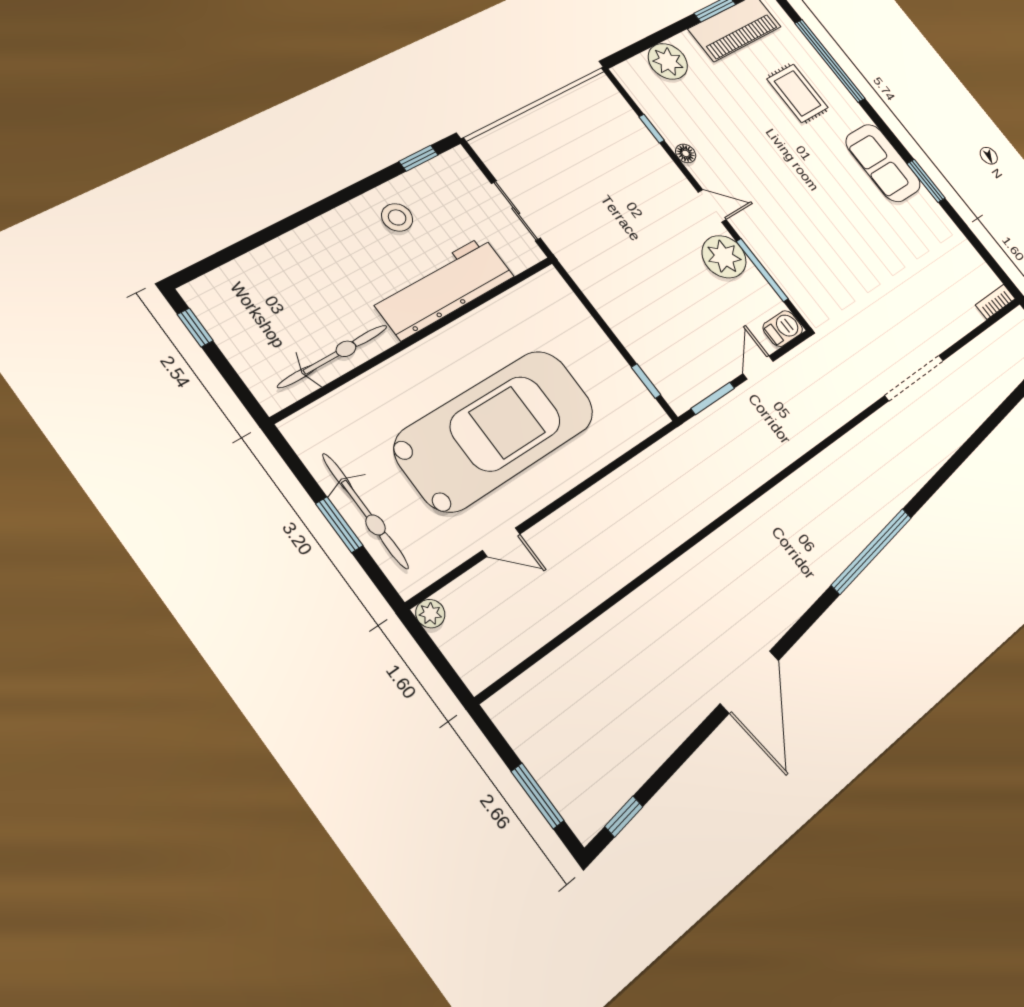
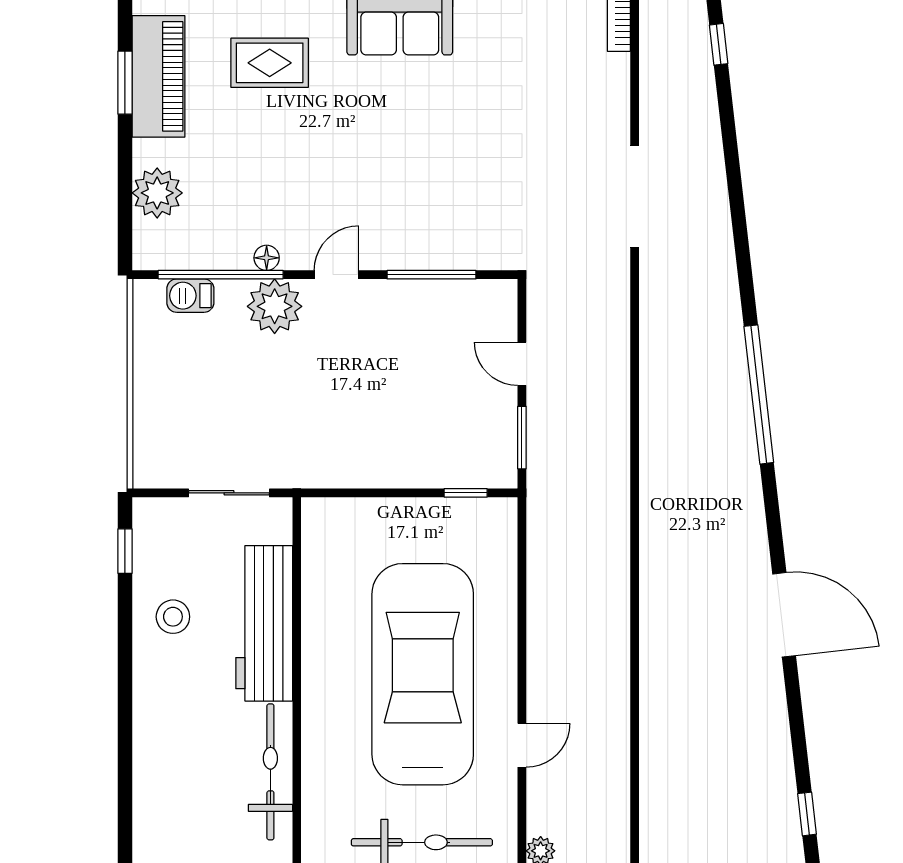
window: (652, 129) -> (221, 275), width x3.17
plant: (724, 257) -> (275, 306), moved
barbecue: (783, 329) -> (190, 296), moved, turned -90

